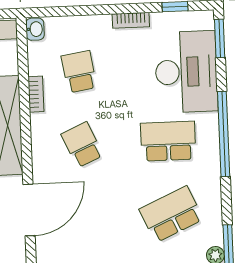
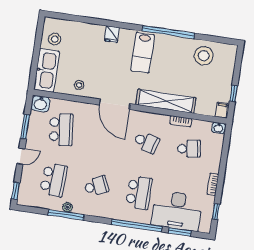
window: (220, 38) -> (180, 232), moved
school desk: (82, 145) -> (146, 142), turned 39
school desk: (171, 214) -> (96, 186), width x0.54

